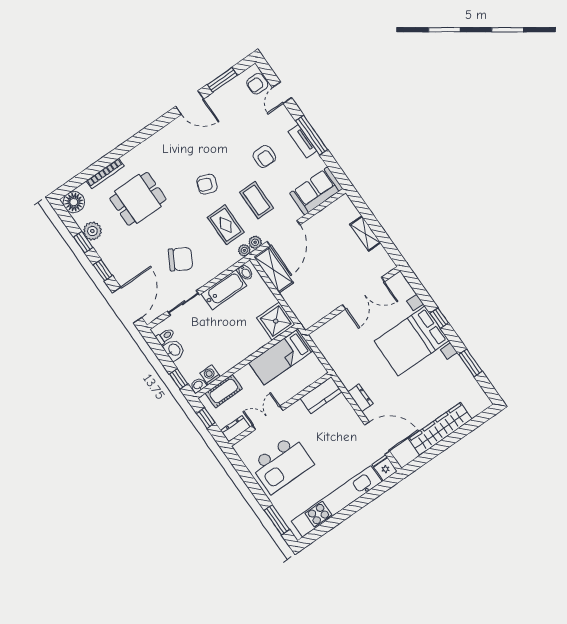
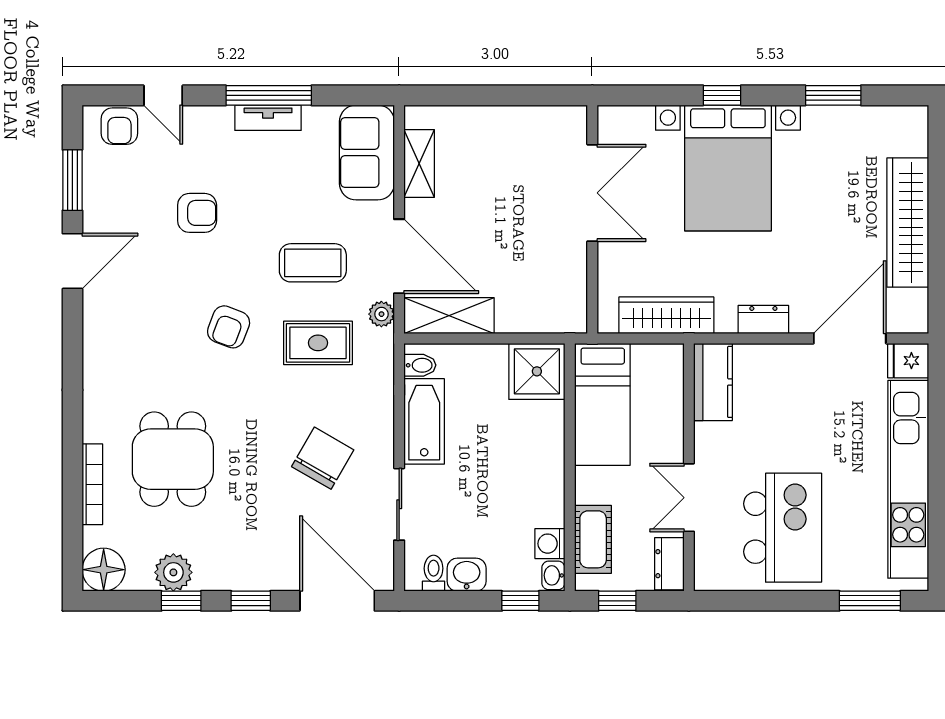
armchair: (264, 157) -> (197, 213), moved
shelving: (365, 234) -> (419, 163), moved, turned 90
plant: (244, 250) -> (382, 342), removed
wardrobe: (335, 358) -> (666, 315), added

